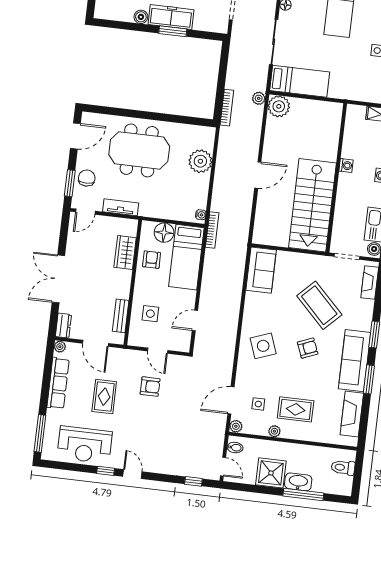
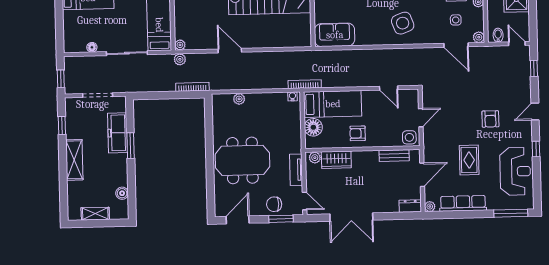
boiler: (141, 17) -> (122, 193), moved
freezer: (171, 17) -> (117, 133), moved
plant: (279, 106) -> (180, 45), width x0.53, depth x0.53
door: (75, 136) -> (238, 220), hinge flipped
meeting table: (139, 150) -> (242, 160), turned 90
plant: (200, 161) -> (239, 99), width x0.53, depth x0.53
door: (258, 175) -> (230, 51), moved
plant: (131, 229) -> (315, 158), added
armchair: (152, 260) -> (358, 133), moved
double door: (58, 279) -> (351, 217), moved
side table: (150, 314) -> (409, 137), moved
armchair: (150, 387) -> (490, 119), moved, turned 180
rug: (104, 397) -> (469, 160), turned 90
door: (223, 467) -> (517, 44), hinge flipped
door: (132, 474) -> (535, 112), moved

